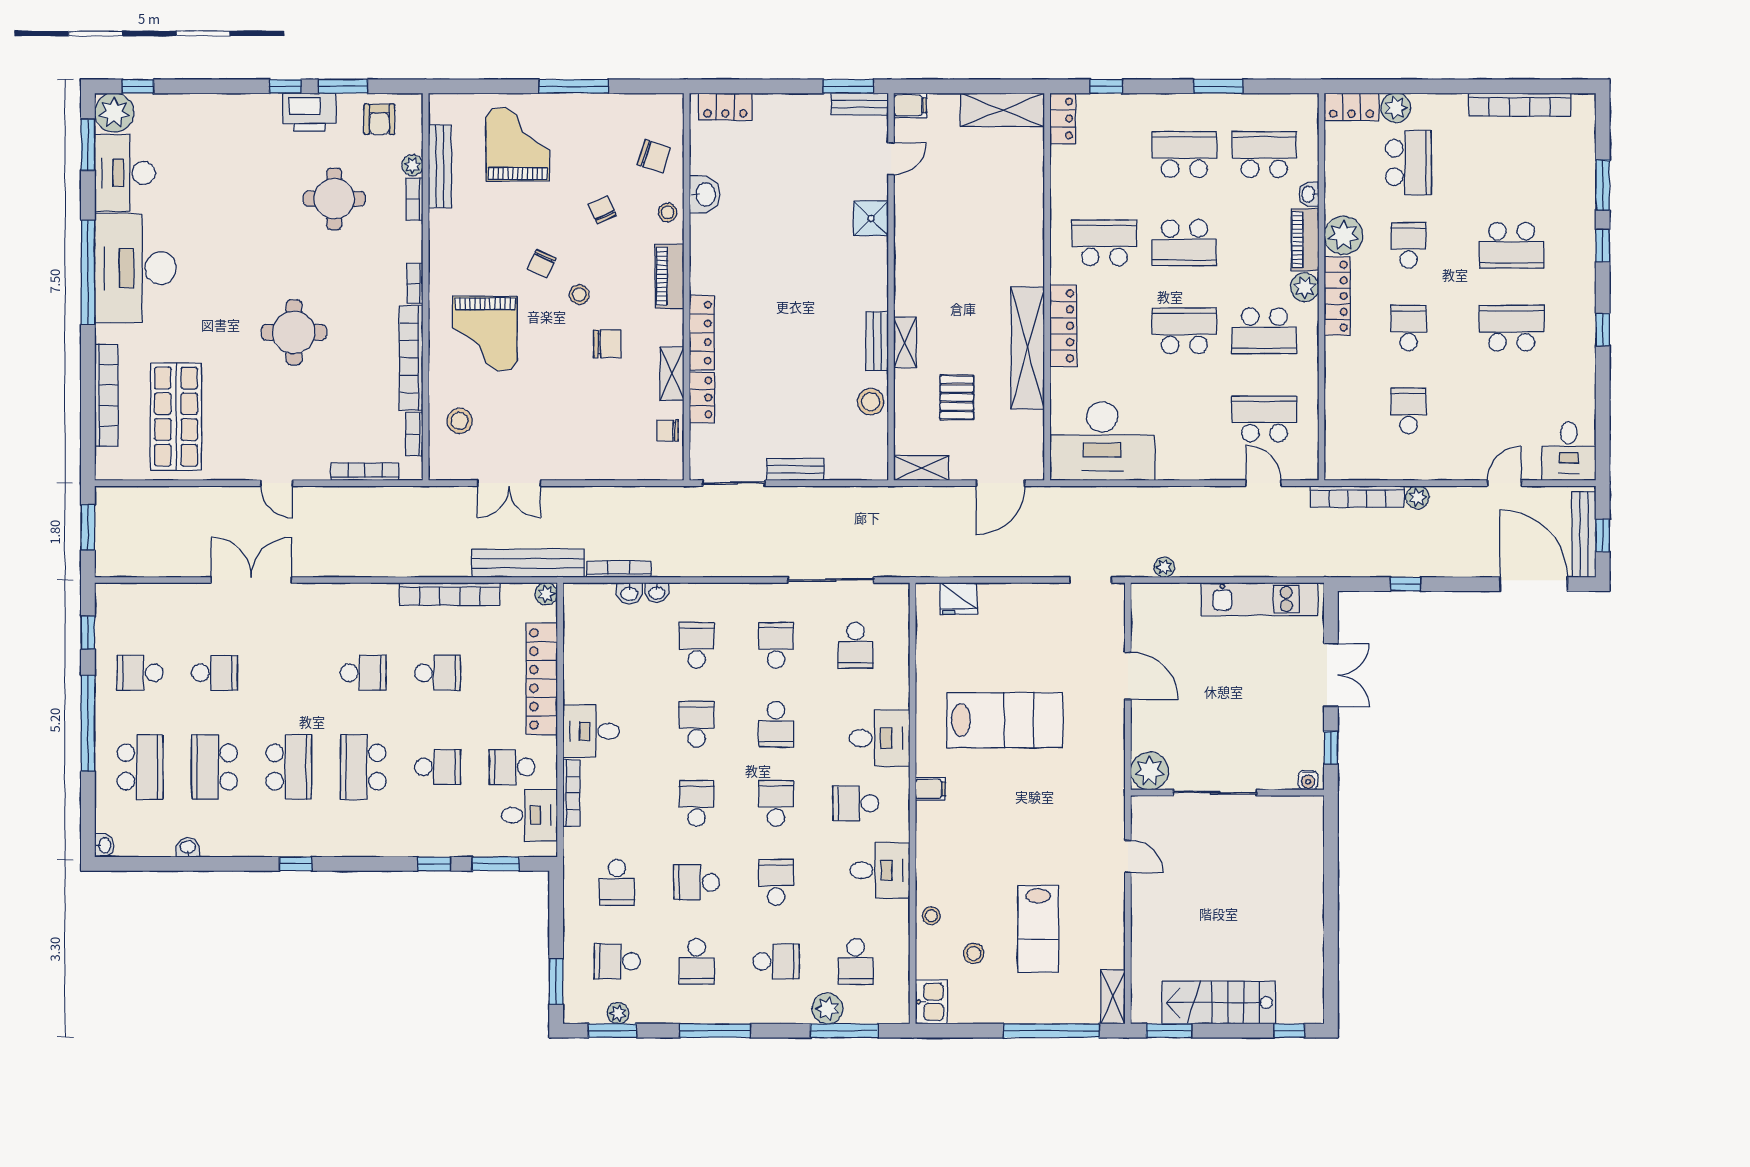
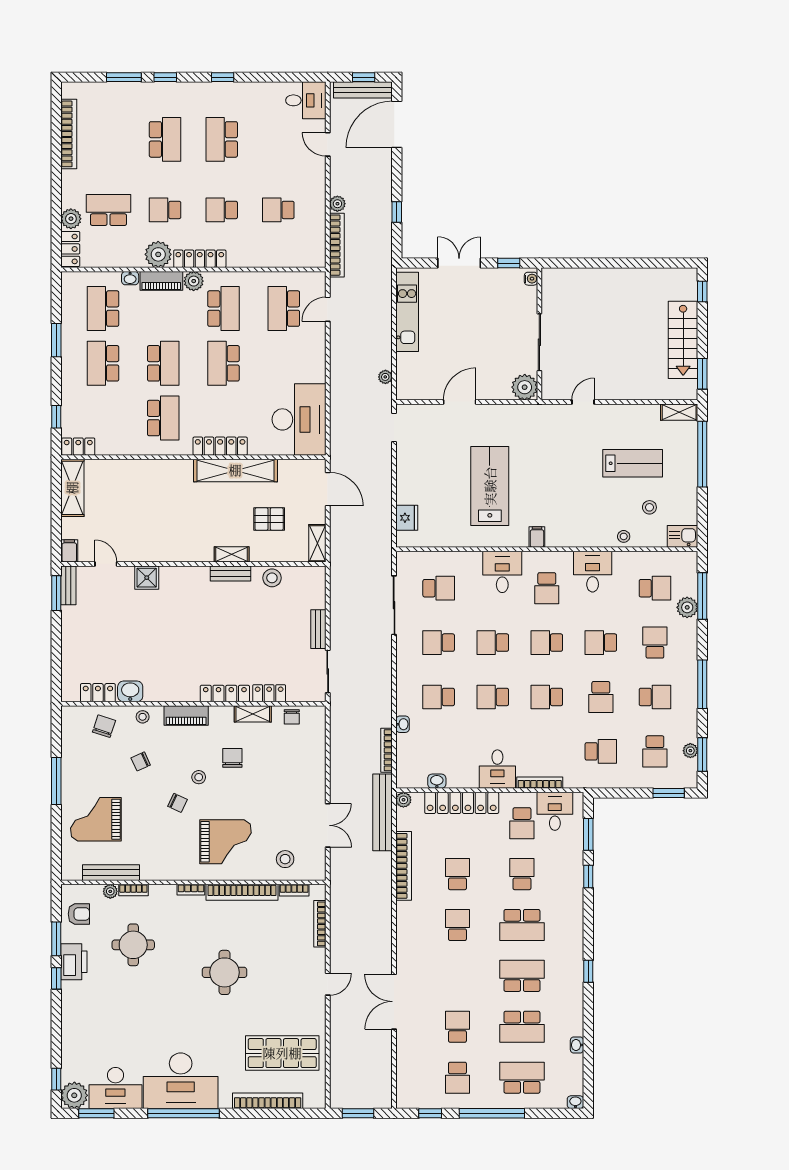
locker: (725, 107) -> (98, 693), moved, turned -90
school desk: (1104, 243) -> (163, 418), turned 180
washbasin: (629, 593) -> (437, 781), moved, turned -90
school desk: (776, 724) -> (493, 643), turned 180

